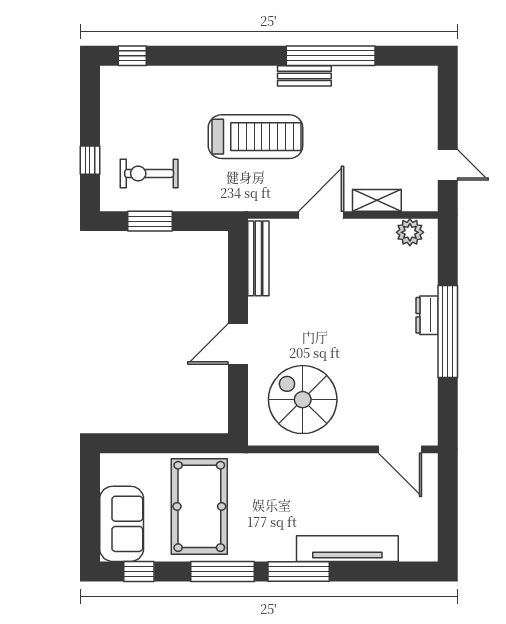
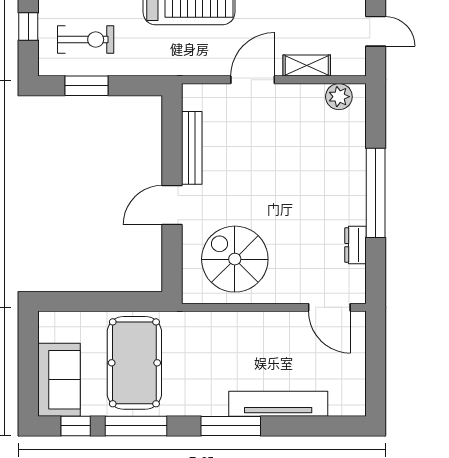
exercise bike: (149, 173) -> (86, 40), turned 180
bench: (258, 258) -> (192, 148), moved
dresser: (427, 315) -> (355, 245), moved
window: (222, 571) -> (136, 426), moved

